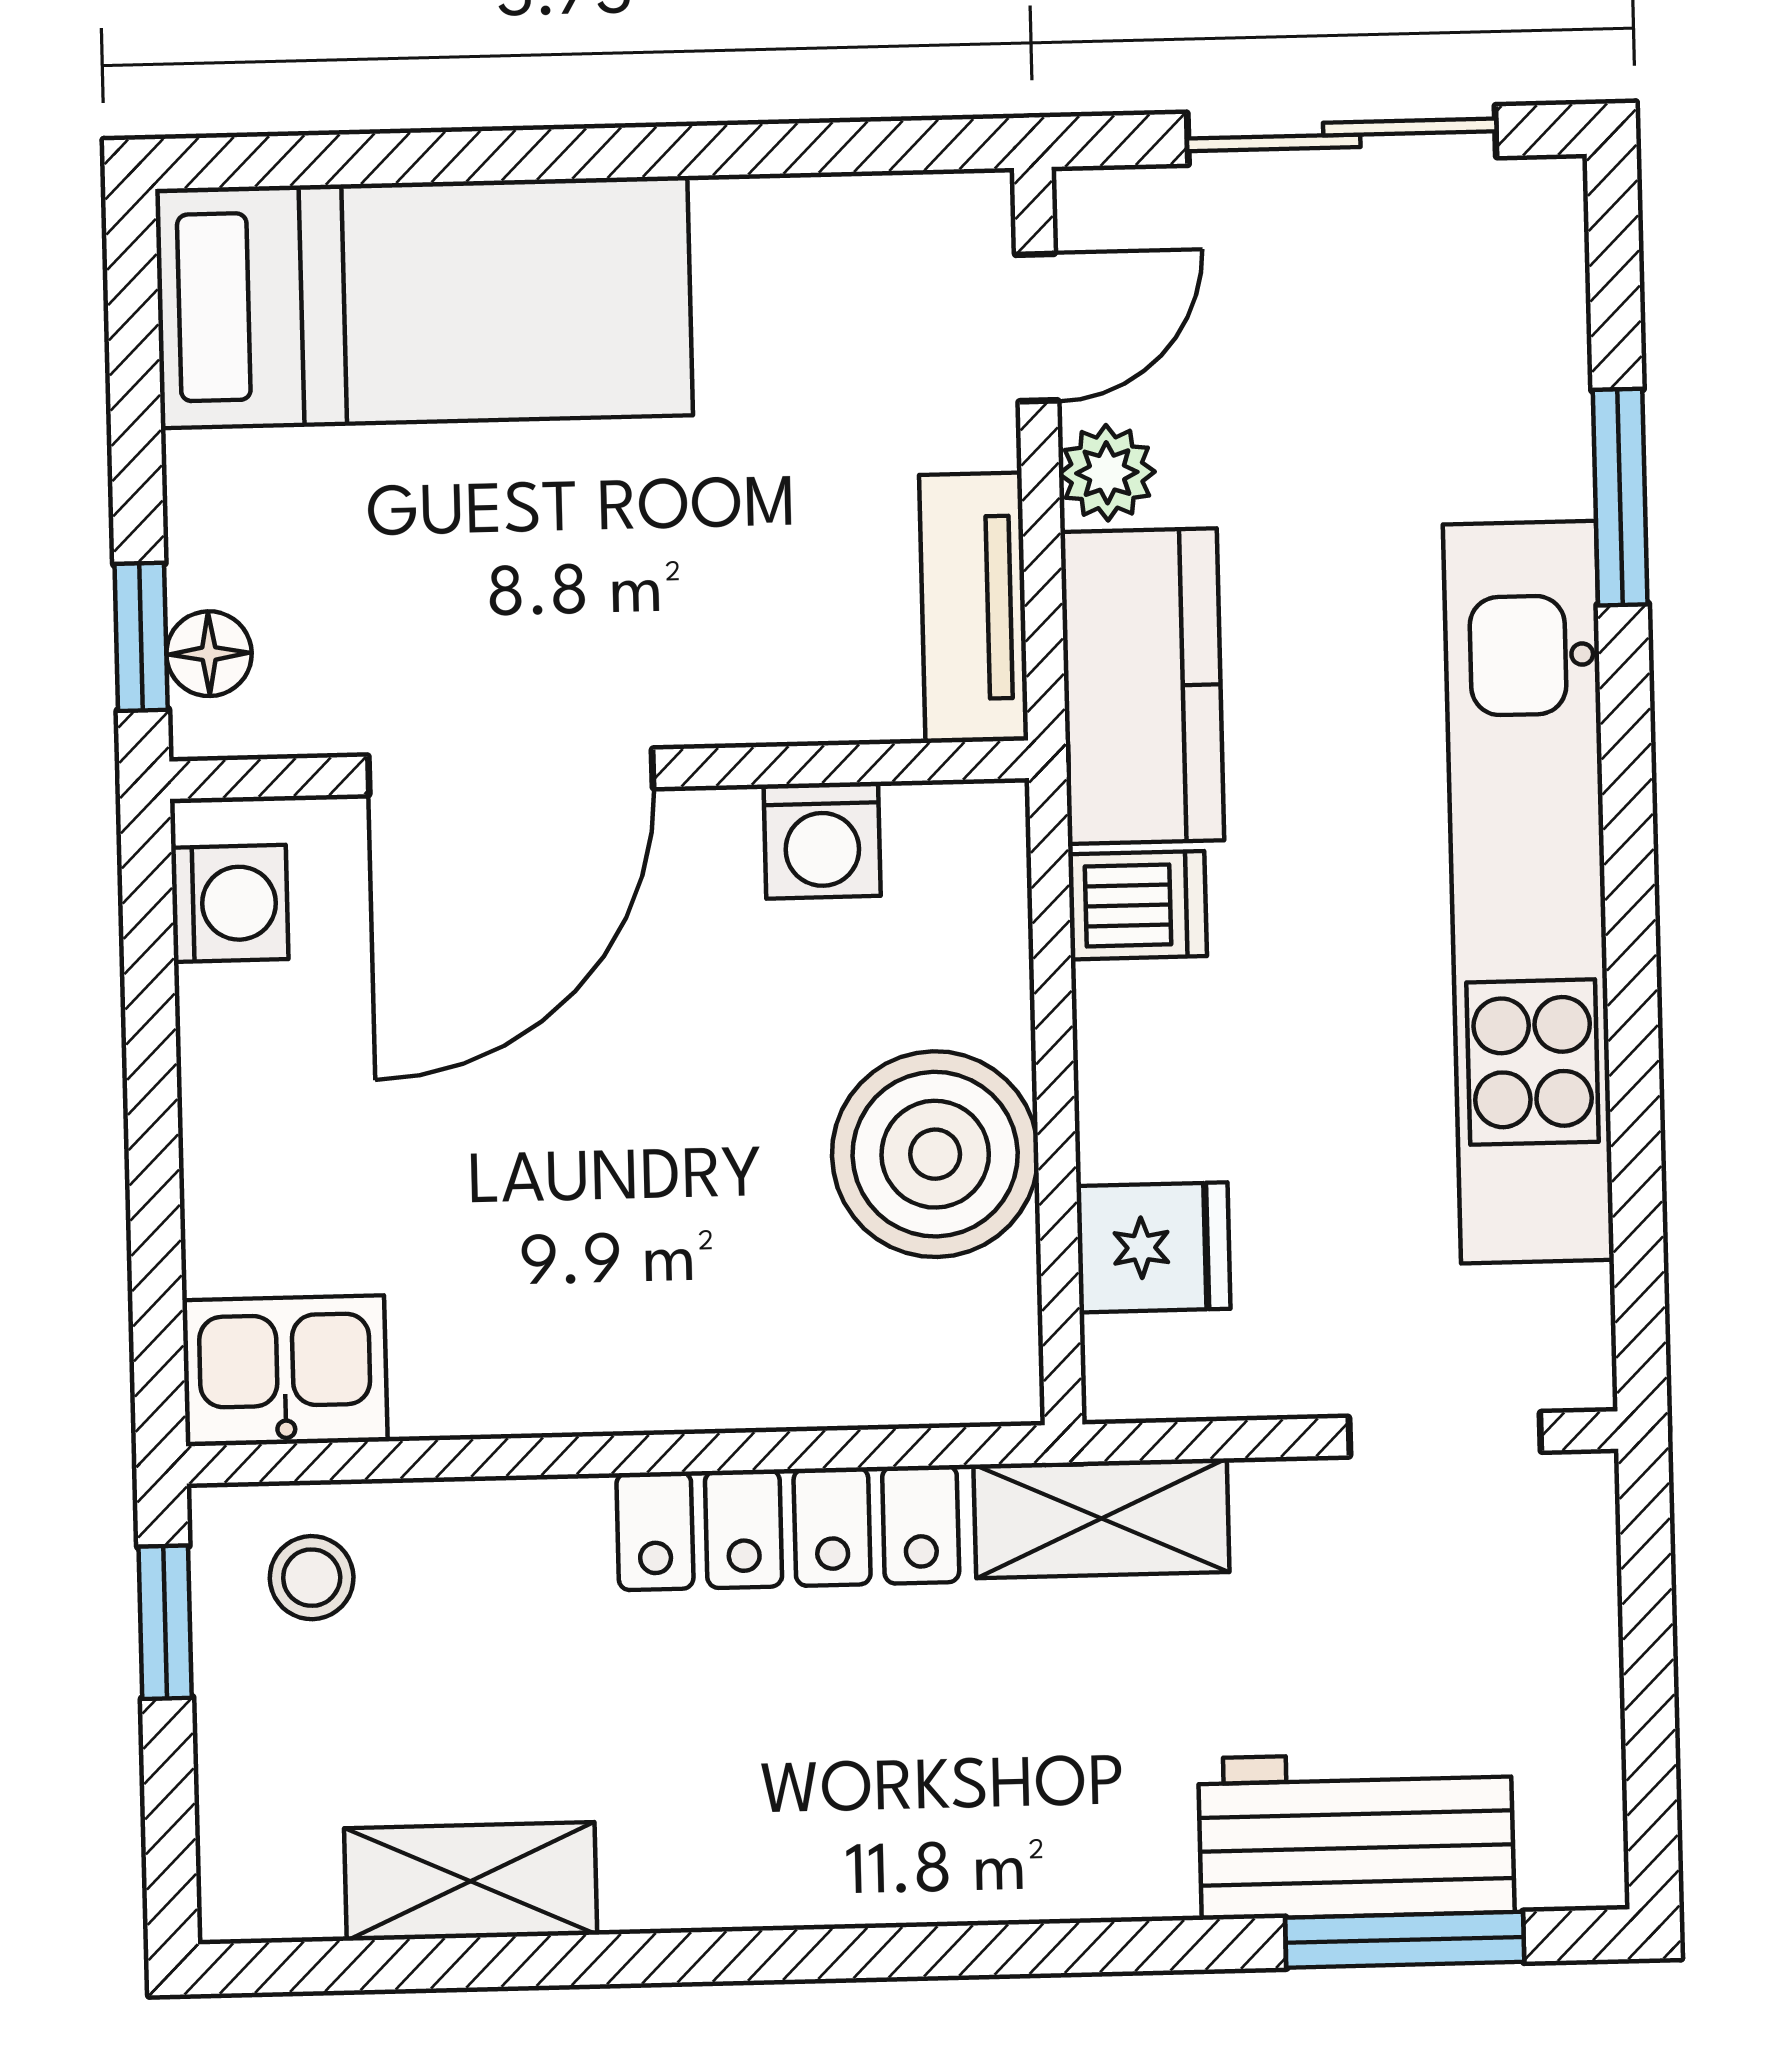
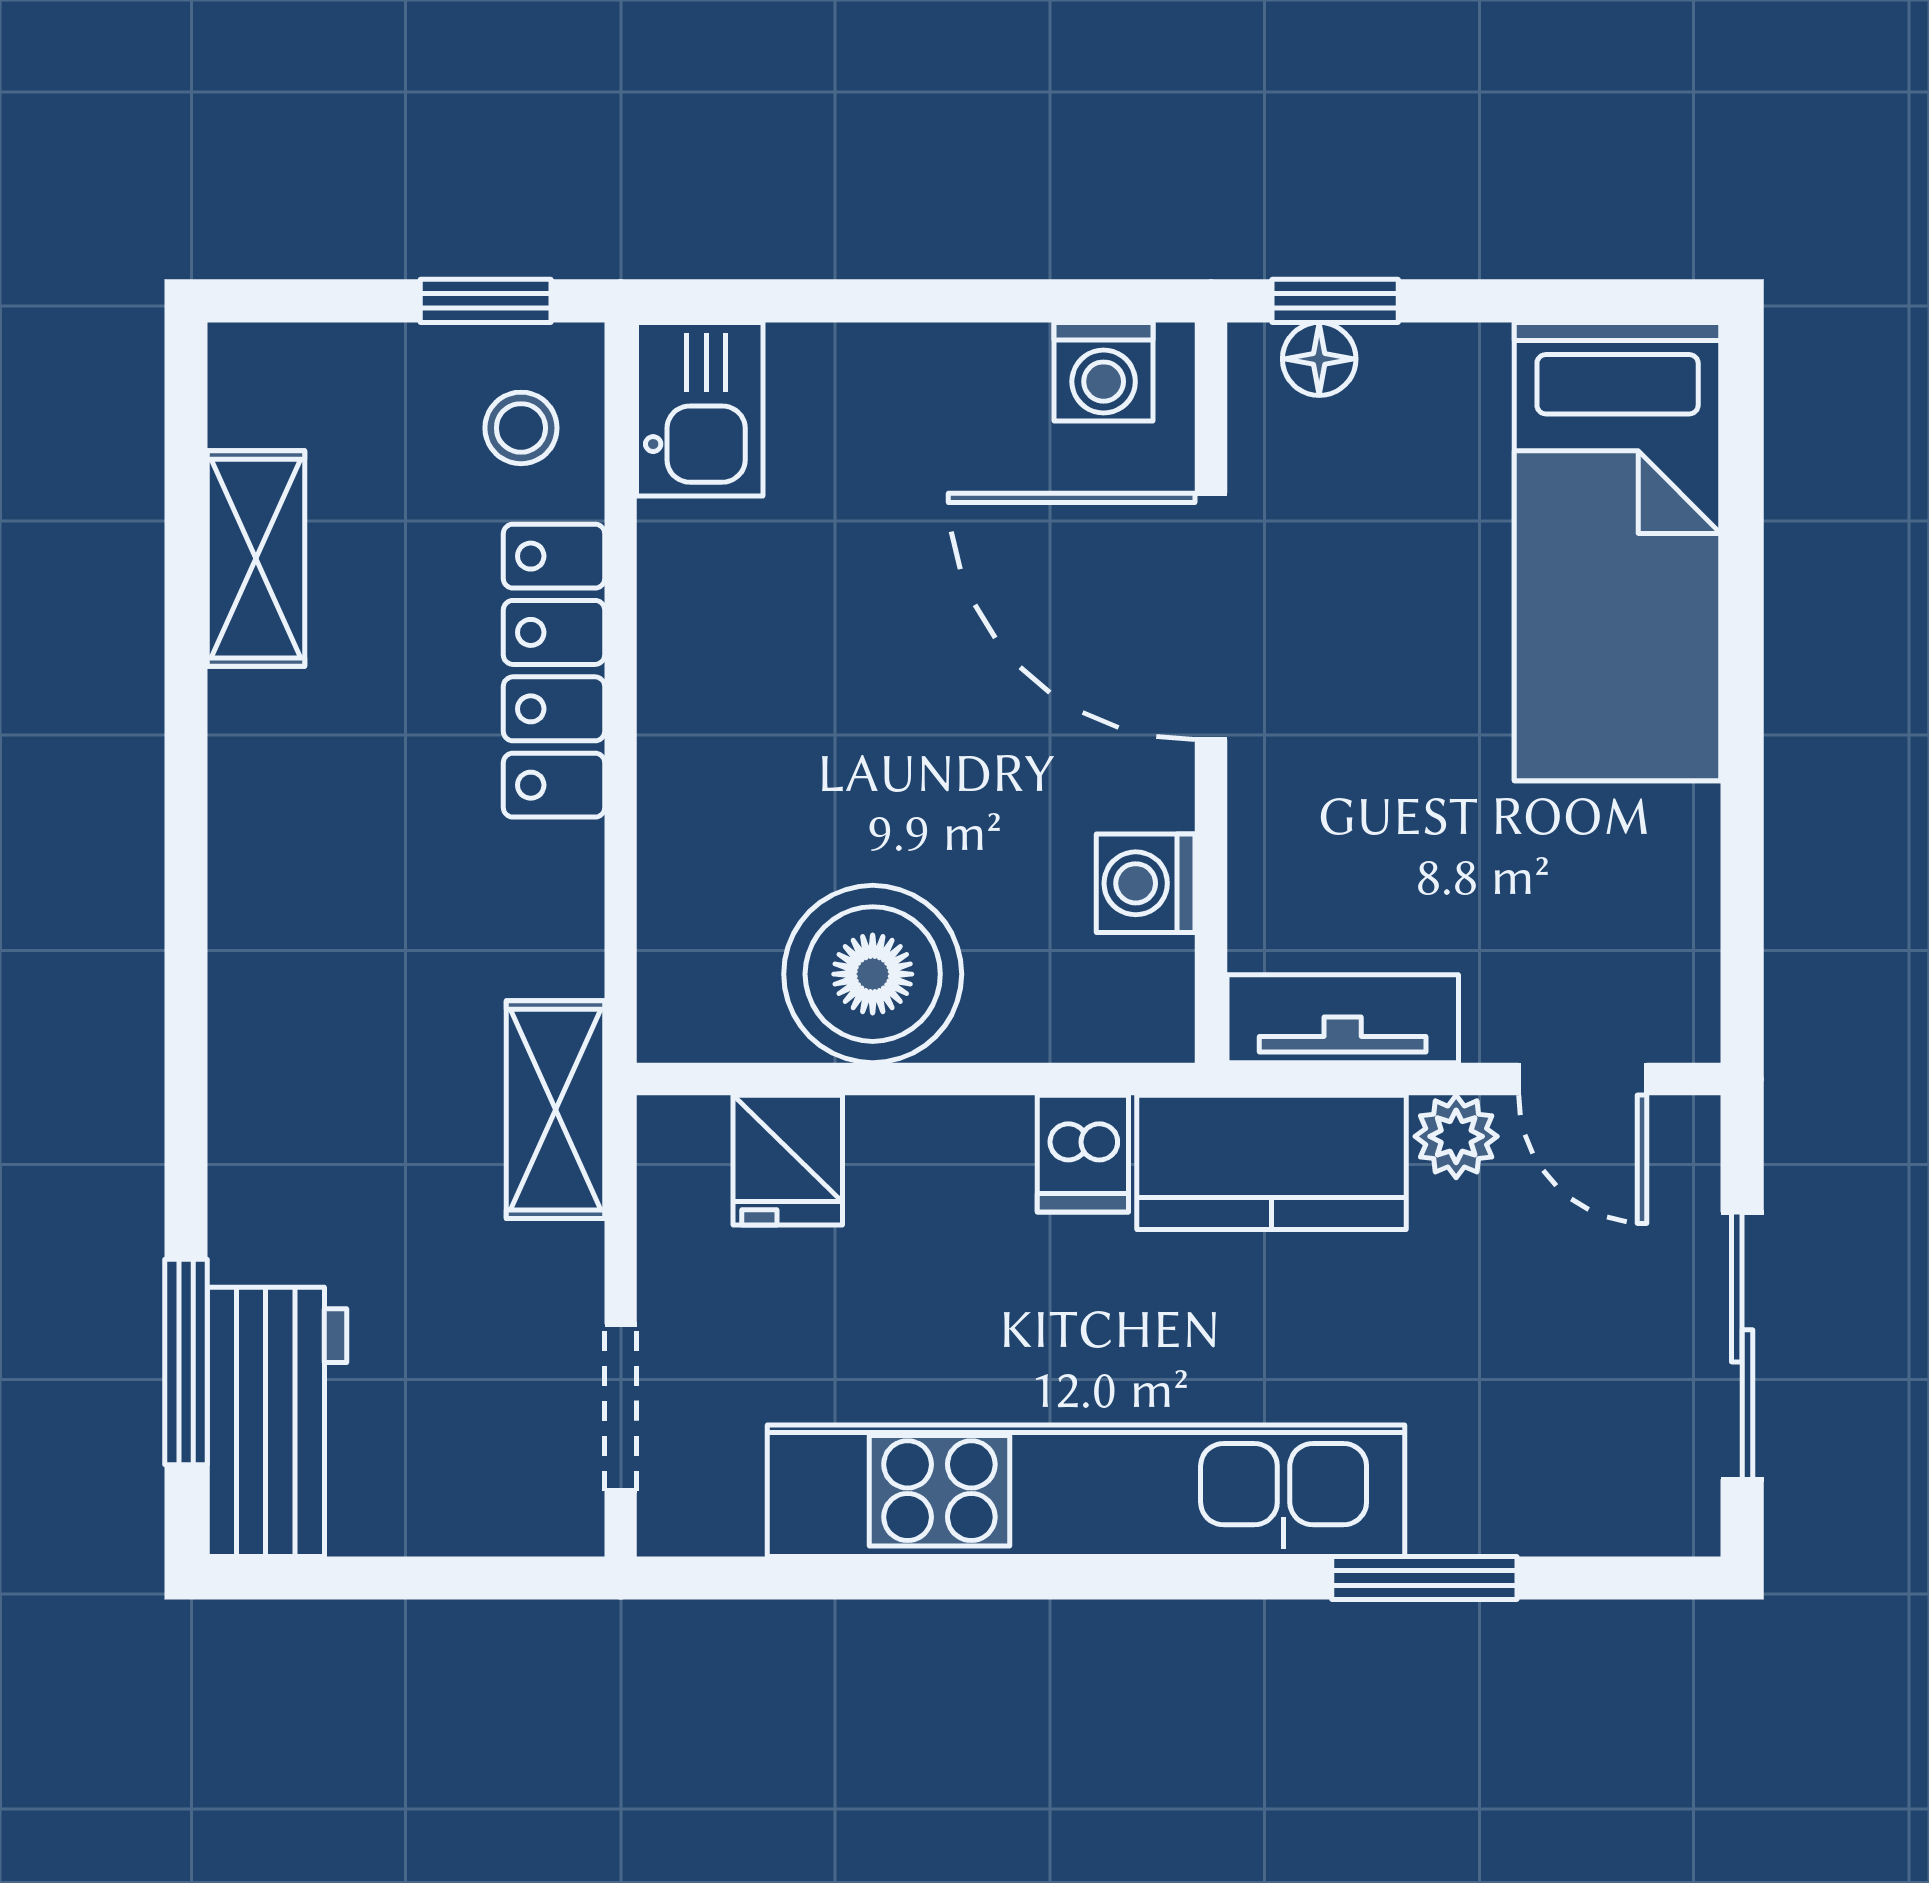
locker: (788, 1528) -> (554, 671), moved
workbench: (1356, 1835) -> (277, 1422), moved

